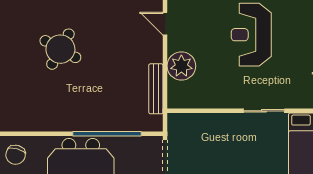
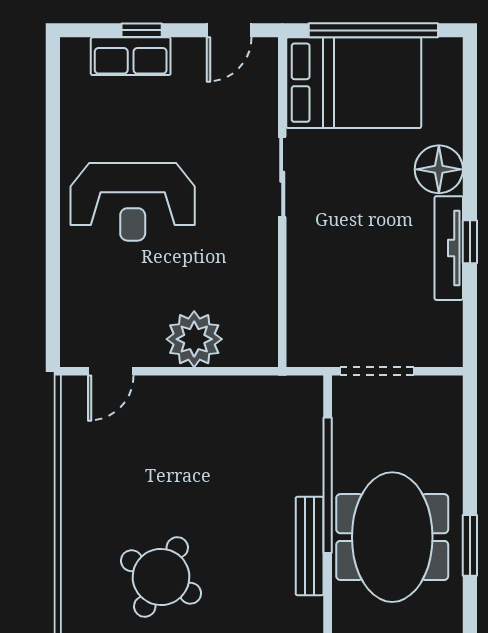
bench: (156, 89) -> (310, 546), moved, turned 90

